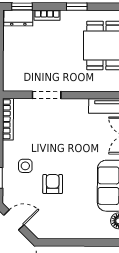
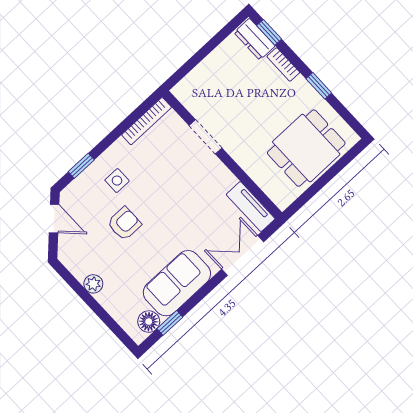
plant: (70, 232) -> (93, 284), added

